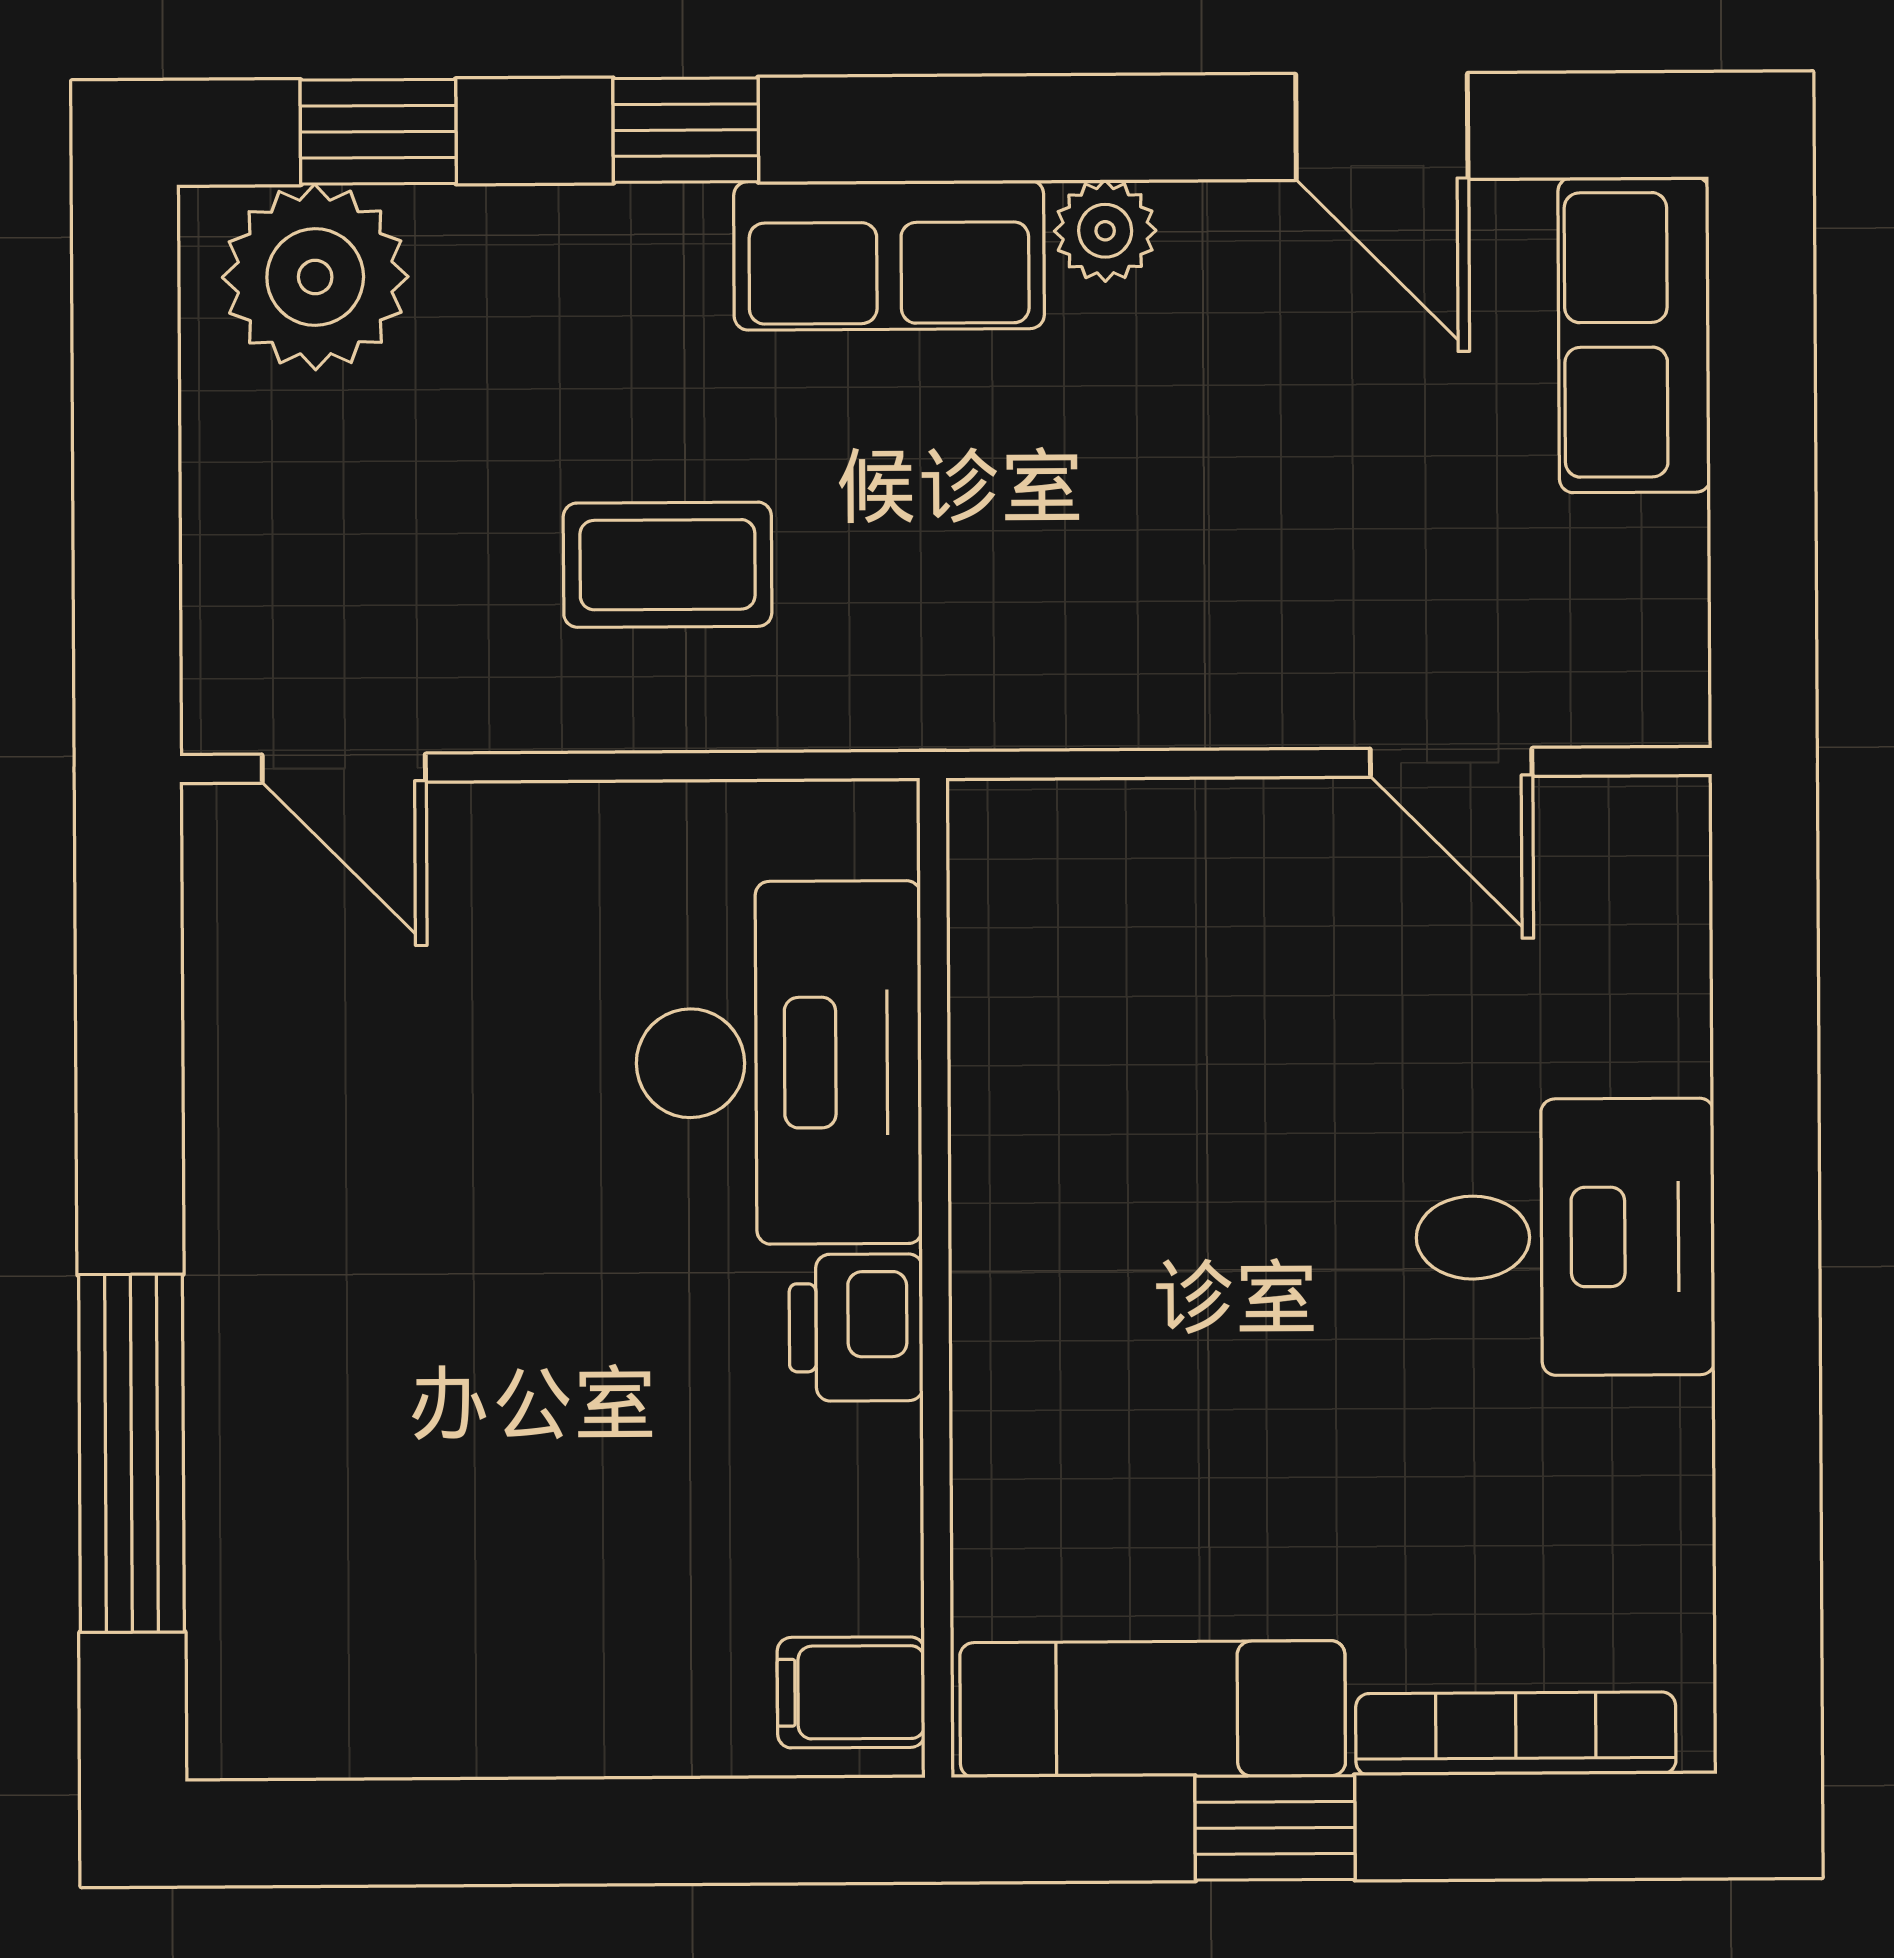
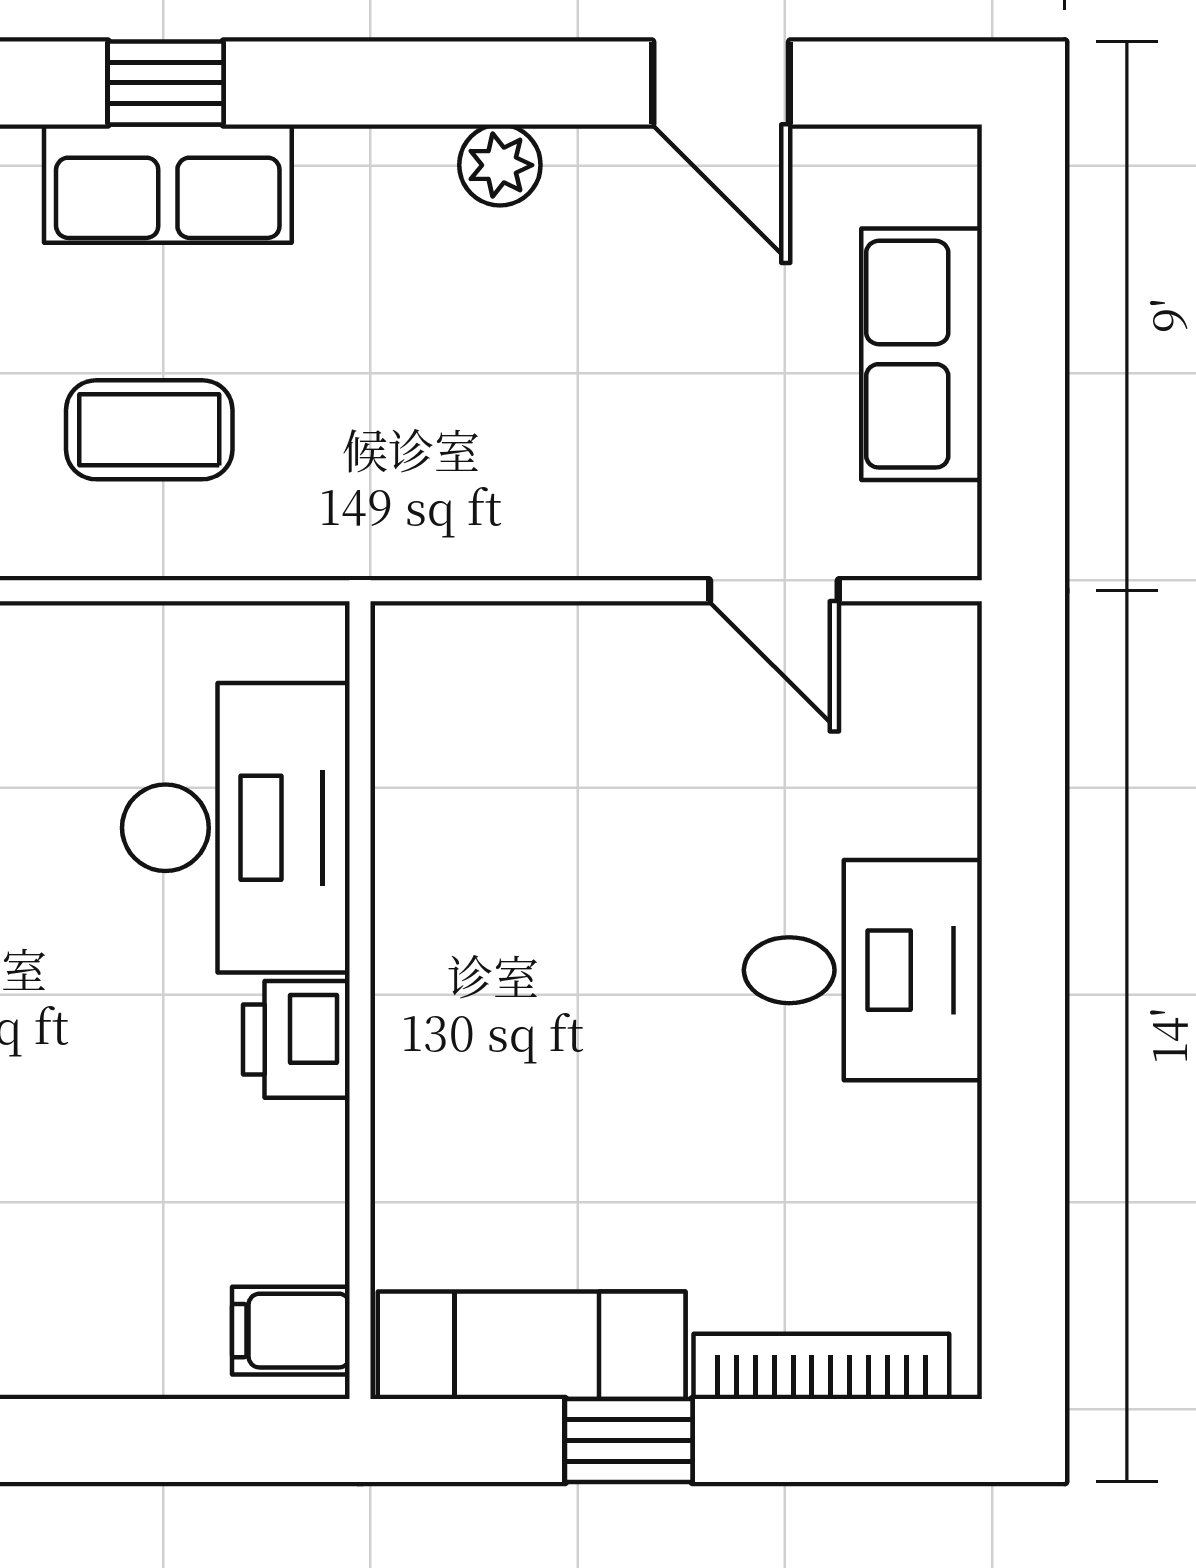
row of seats: (889, 255) -> (168, 184), moved
row of seats: (1634, 335) -> (922, 354), moved

